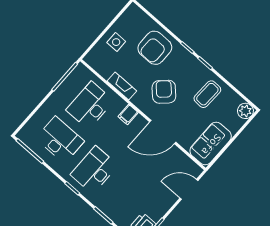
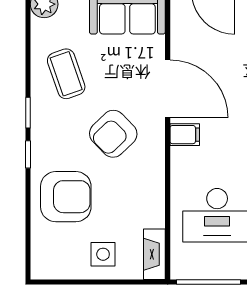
fireplace: (122, 86) -> (154, 254), moved
coffee table: (207, 94) -> (66, 74), turned 69
filing cabinet: (128, 115) -> (185, 135), moved

